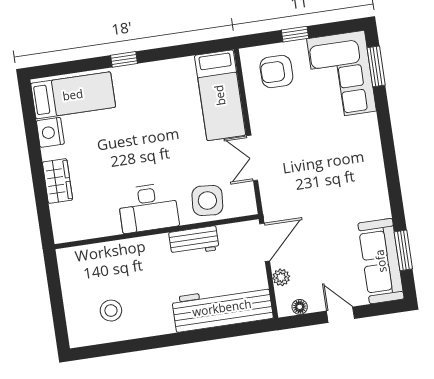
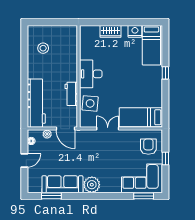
plant: (369, 173) -> (92, 185), added
sofa: (381, 261) -> (62, 184), moved

